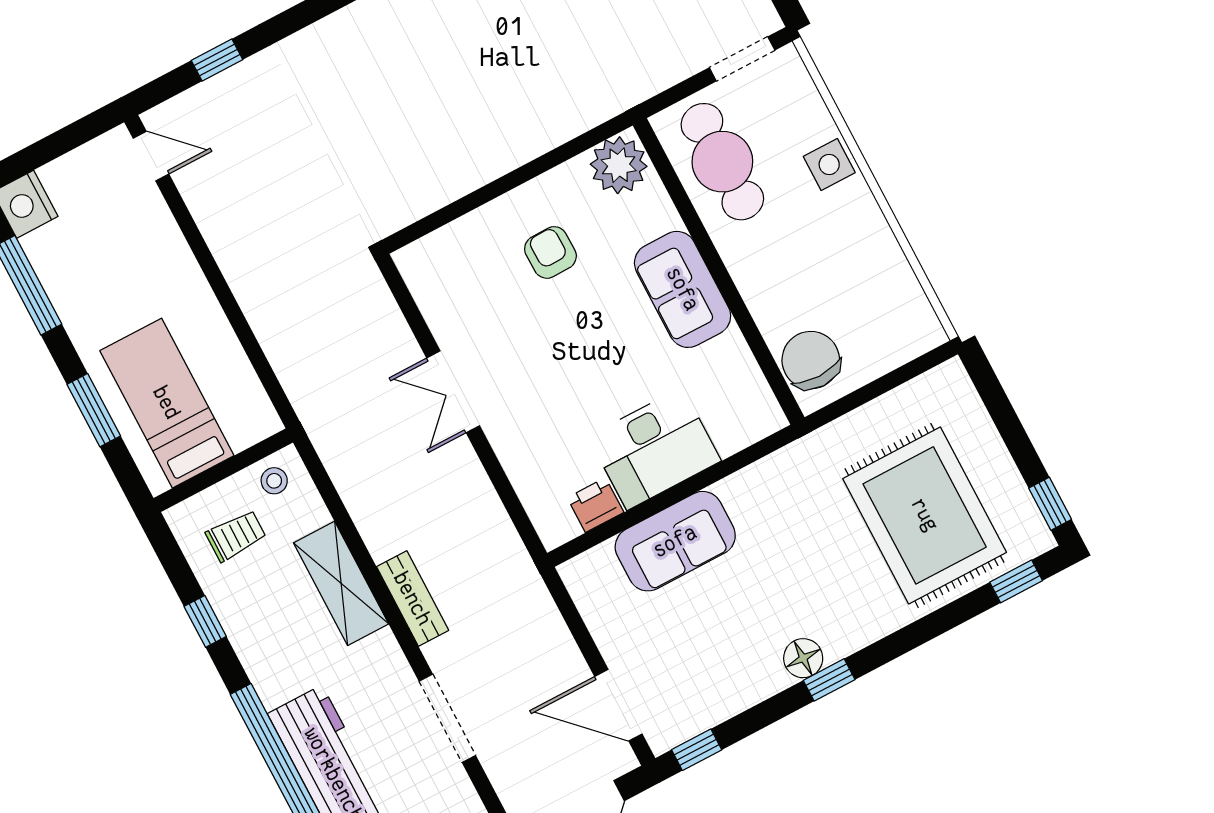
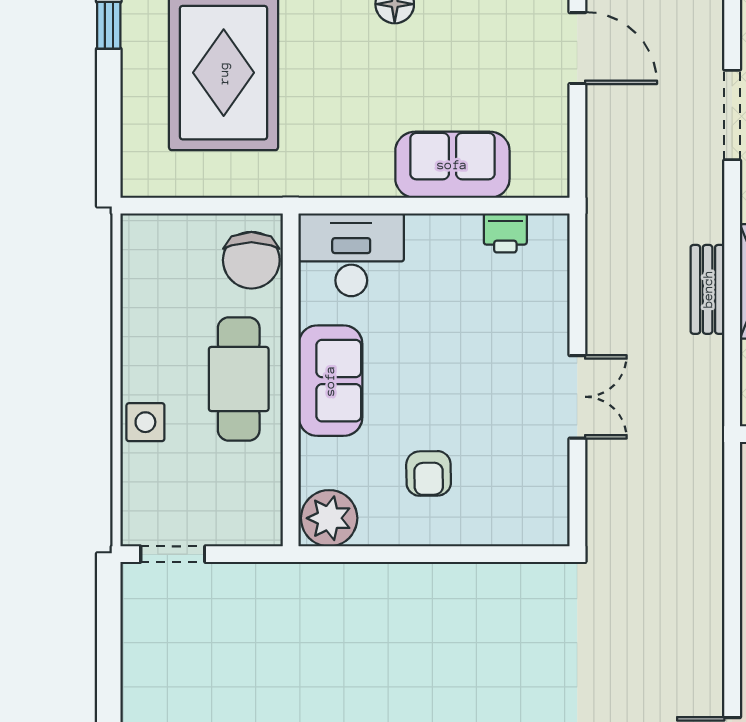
cafe table: (722, 162) -> (239, 379), moved
desk: (655, 449) -> (351, 255), moved
bench: (413, 599) -> (708, 289), moved

